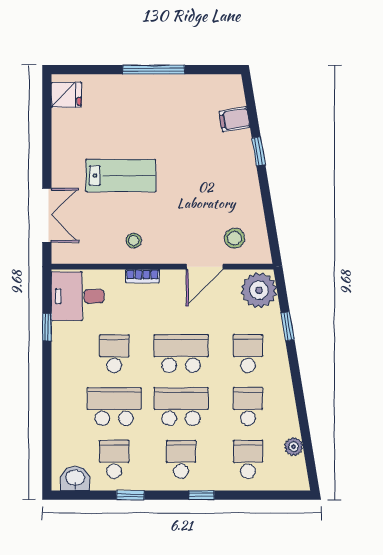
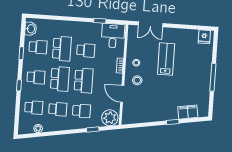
filing cabinet: (234, 119) -> (188, 112), width x2.00
lab bench: (121, 176) -> (166, 59), turned 180
stool: (234, 238) -> (137, 80), moved

